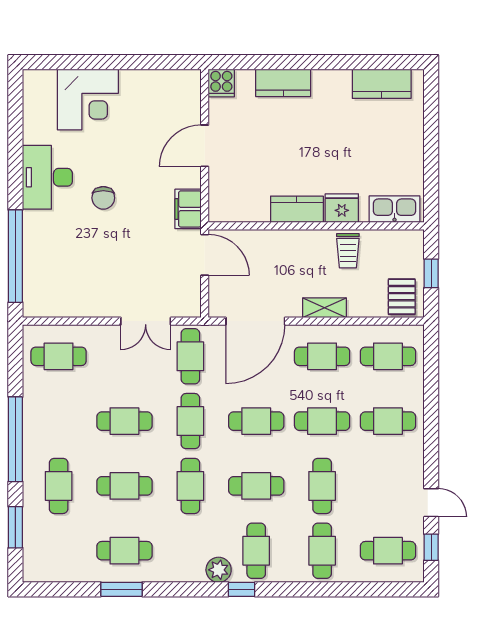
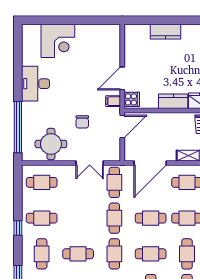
cooker: (221, 83) -> (132, 99), moved, turned -90
door: (205, 146) -> (122, 78), moved
chair: (103, 198) -> (82, 122), moved
filing cabinet: (188, 209) -> (113, 101), width x0.50
door: (205, 255) -> (122, 126), hinge flipped
round table: (75, 287) -> (51, 144), added
cafe table: (124, 421) -> (42, 218), moved
window: (15, 439) -> (18, 228), width x0.32

